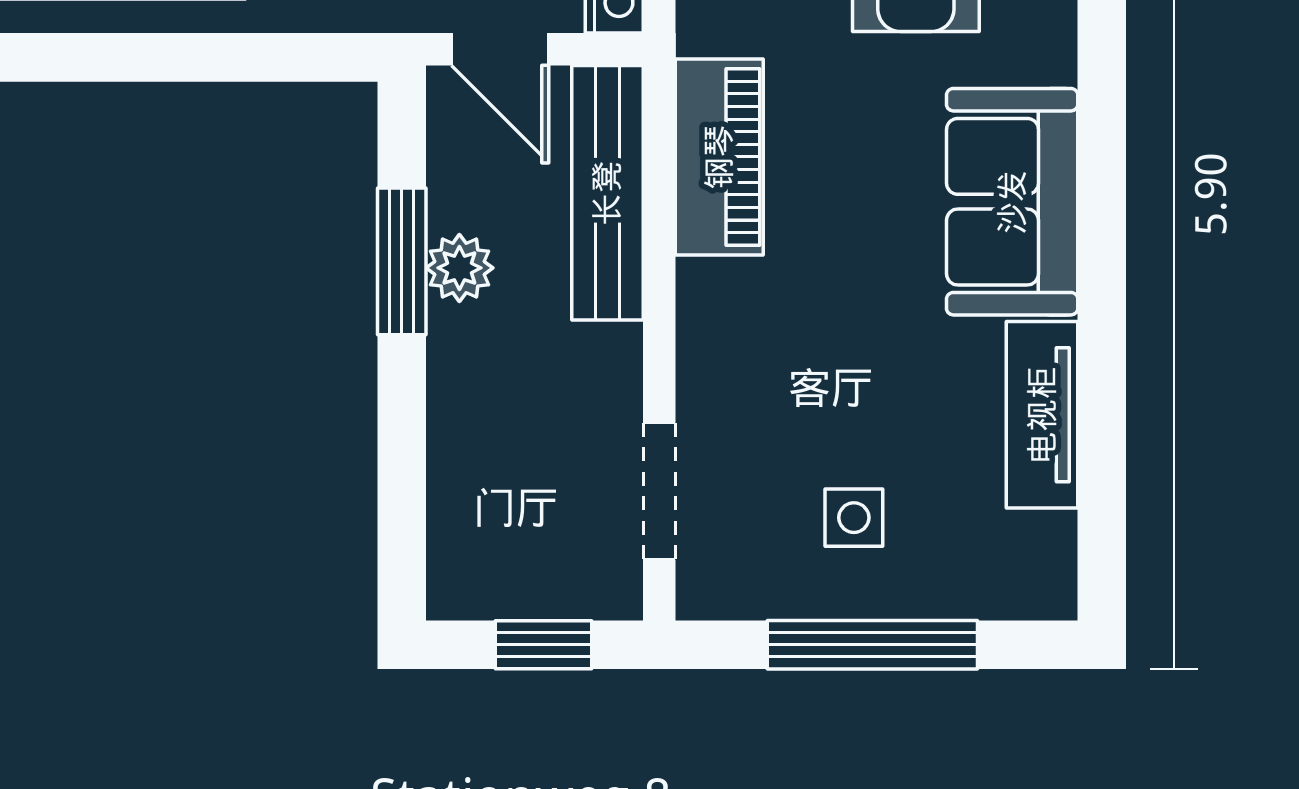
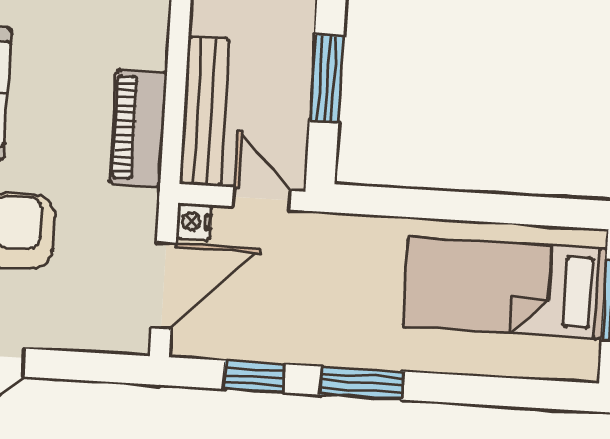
plant: (459, 268) -> (293, 73), removed

